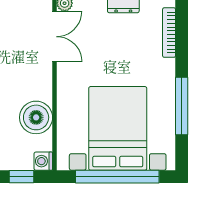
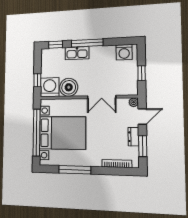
double door: (55, 37) -> (102, 97), moved
washing machine: (43, 161) -> (50, 87), width x1.89, depth x1.89

